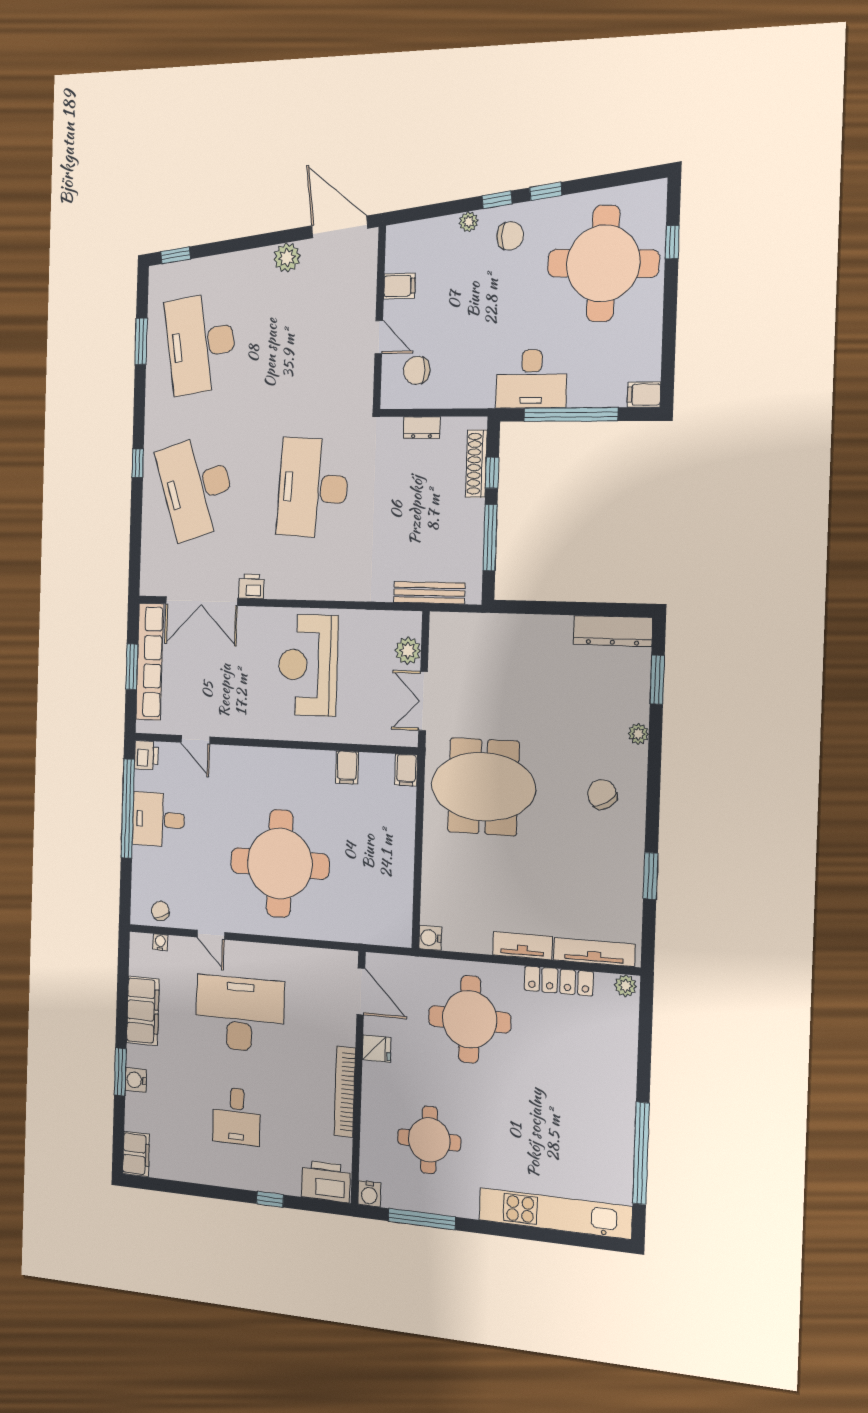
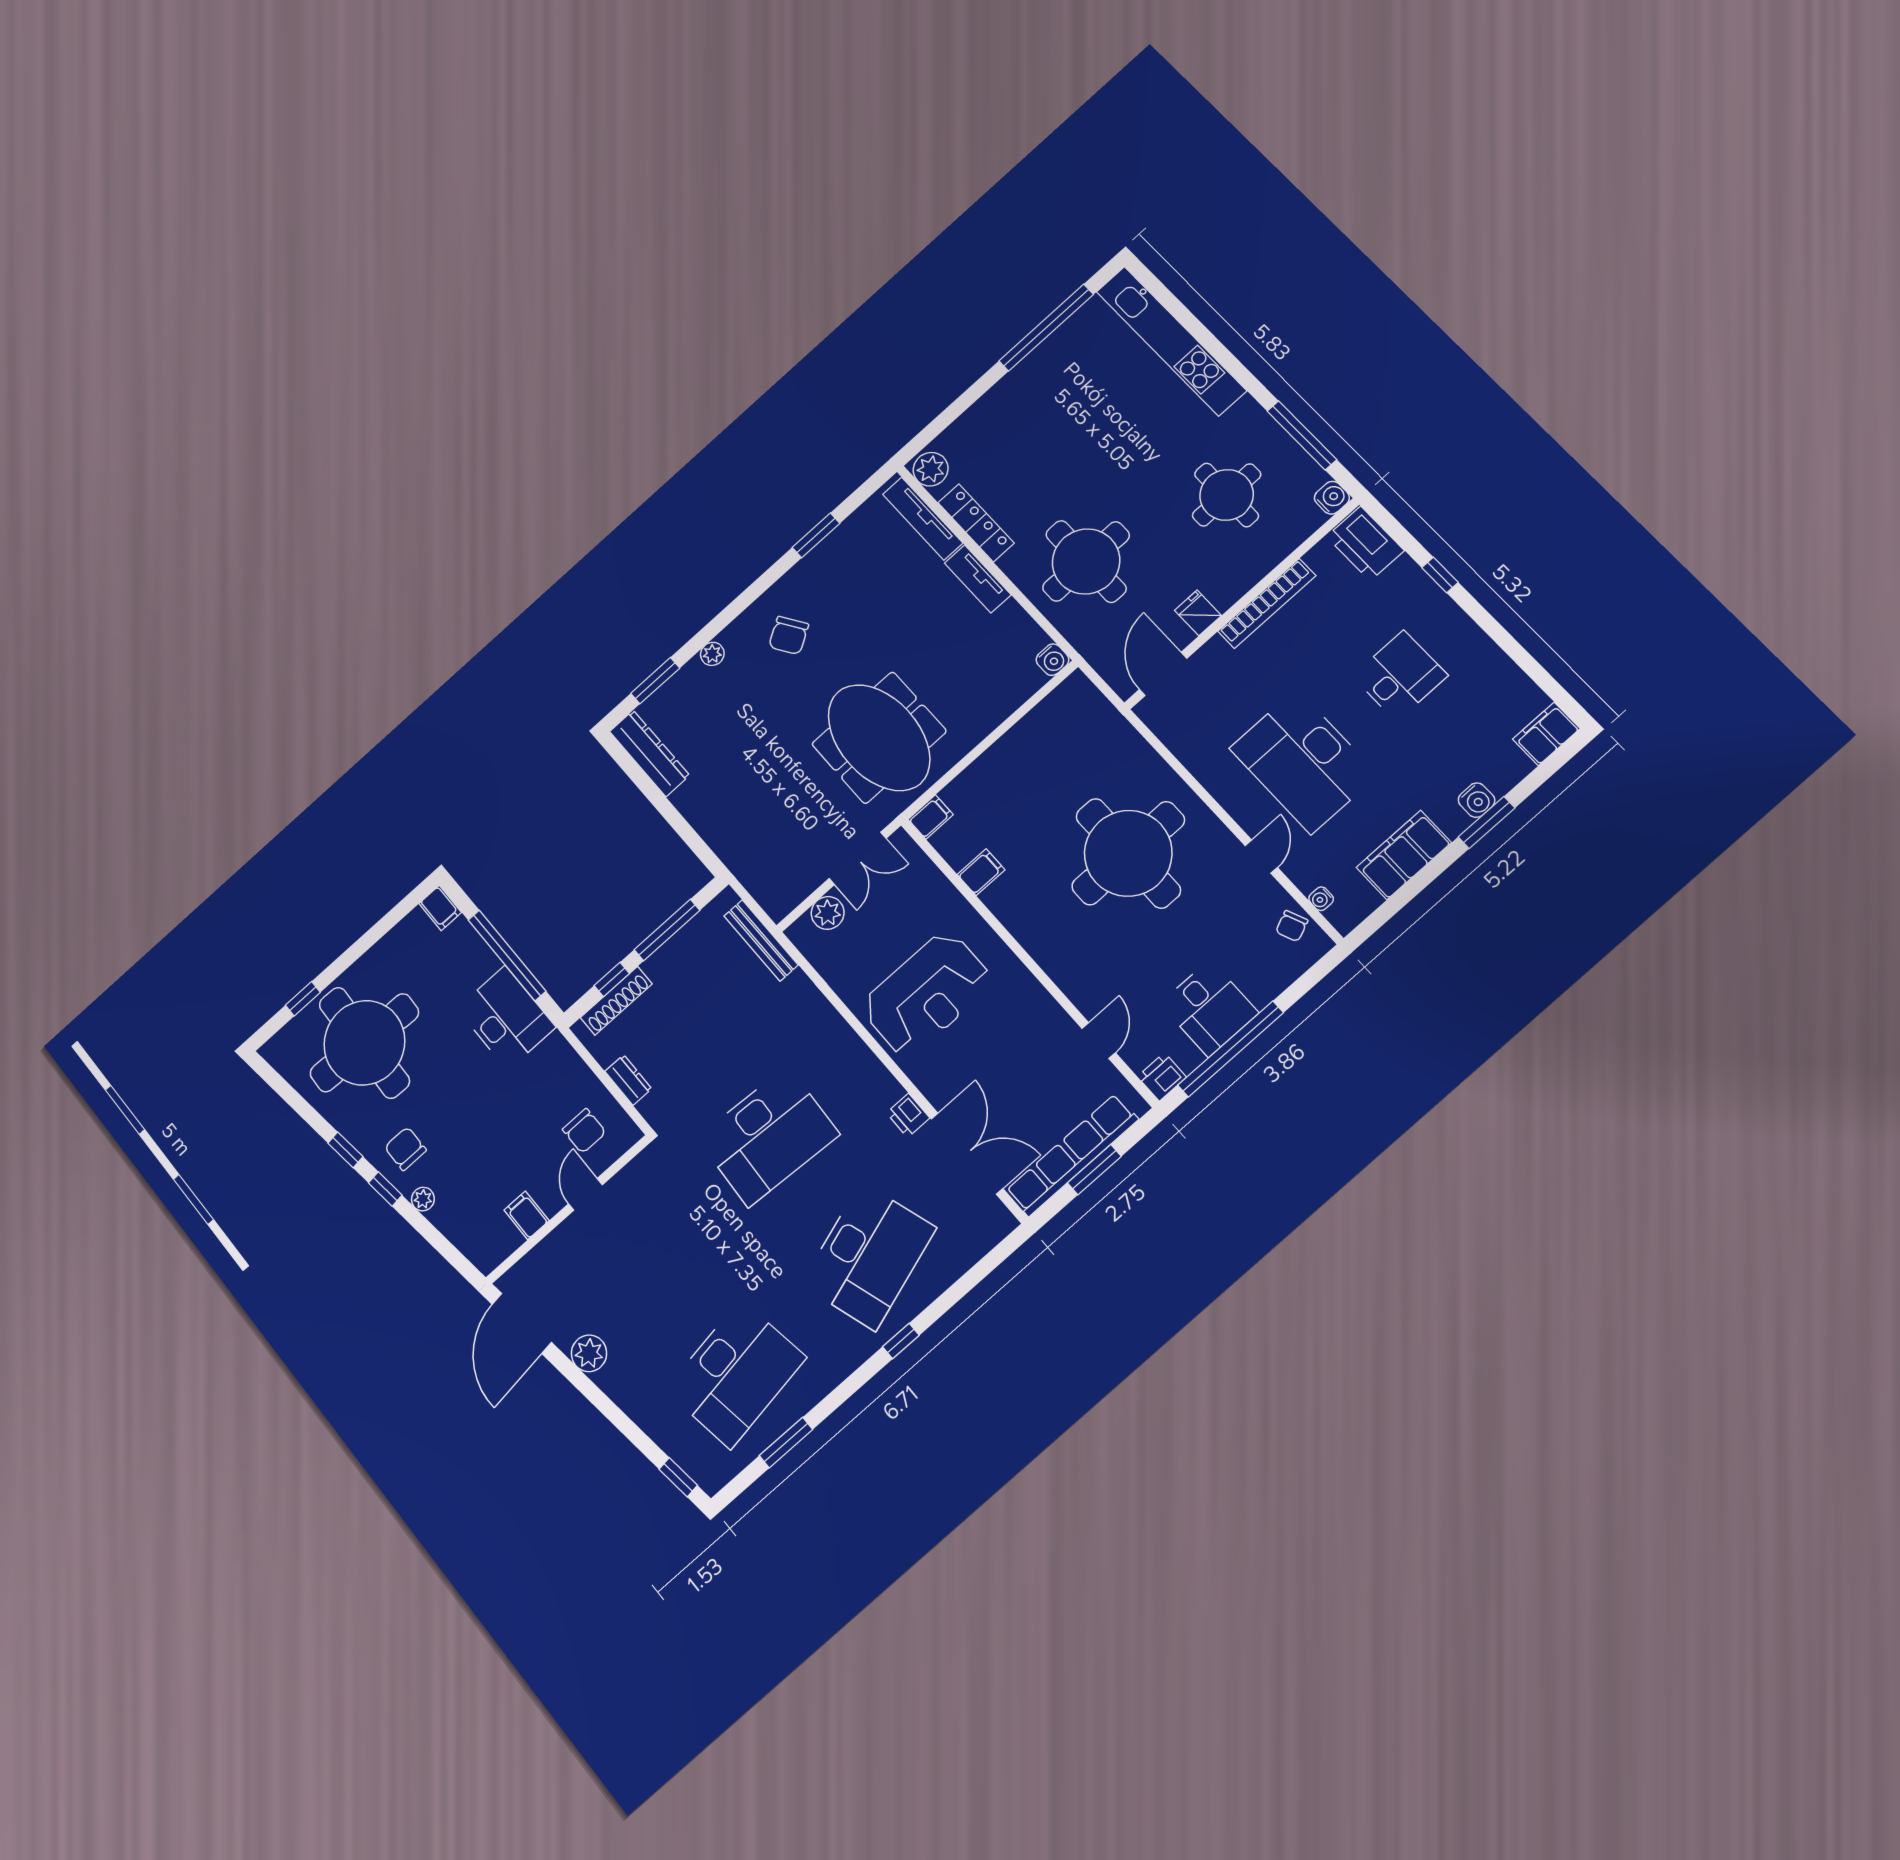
plant: (626, 986) -> (931, 469), width x1.38, depth x1.38

